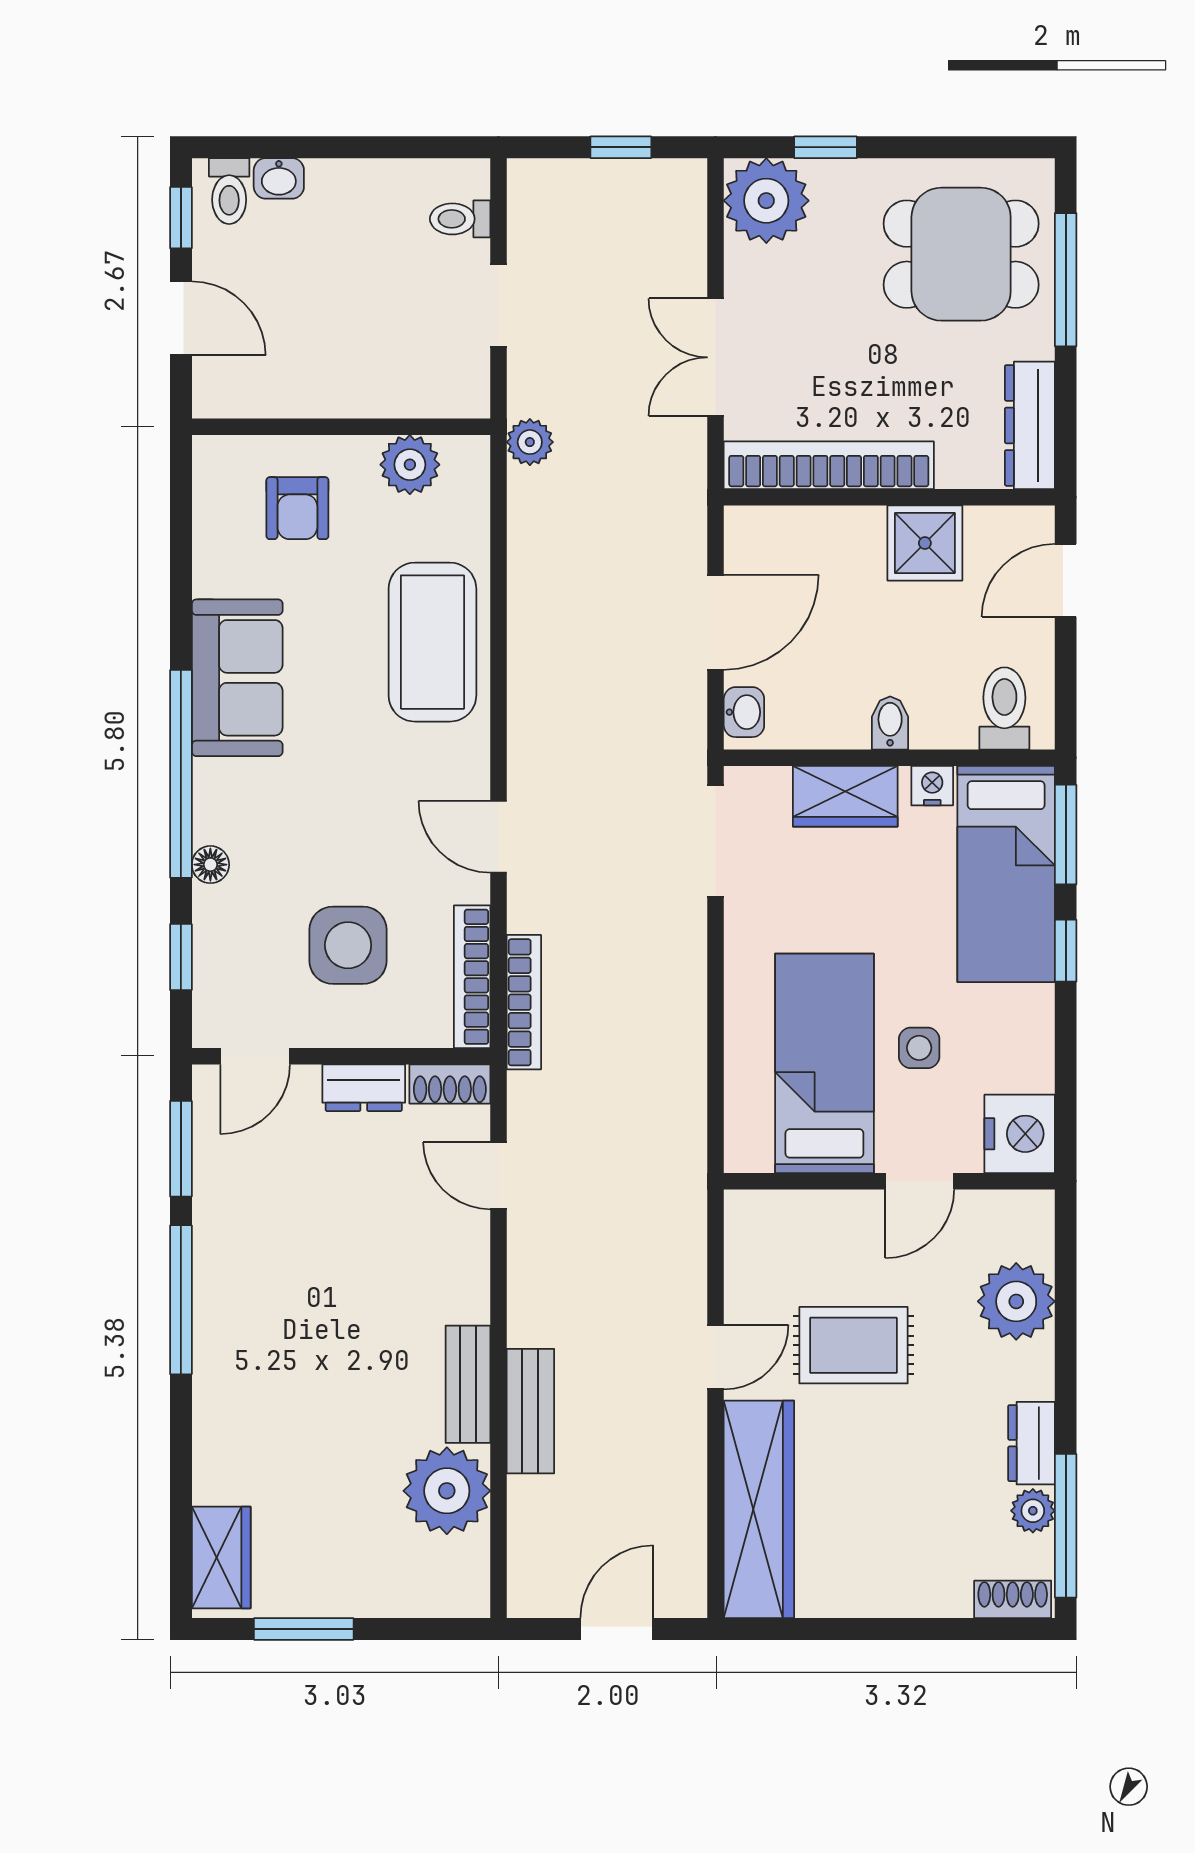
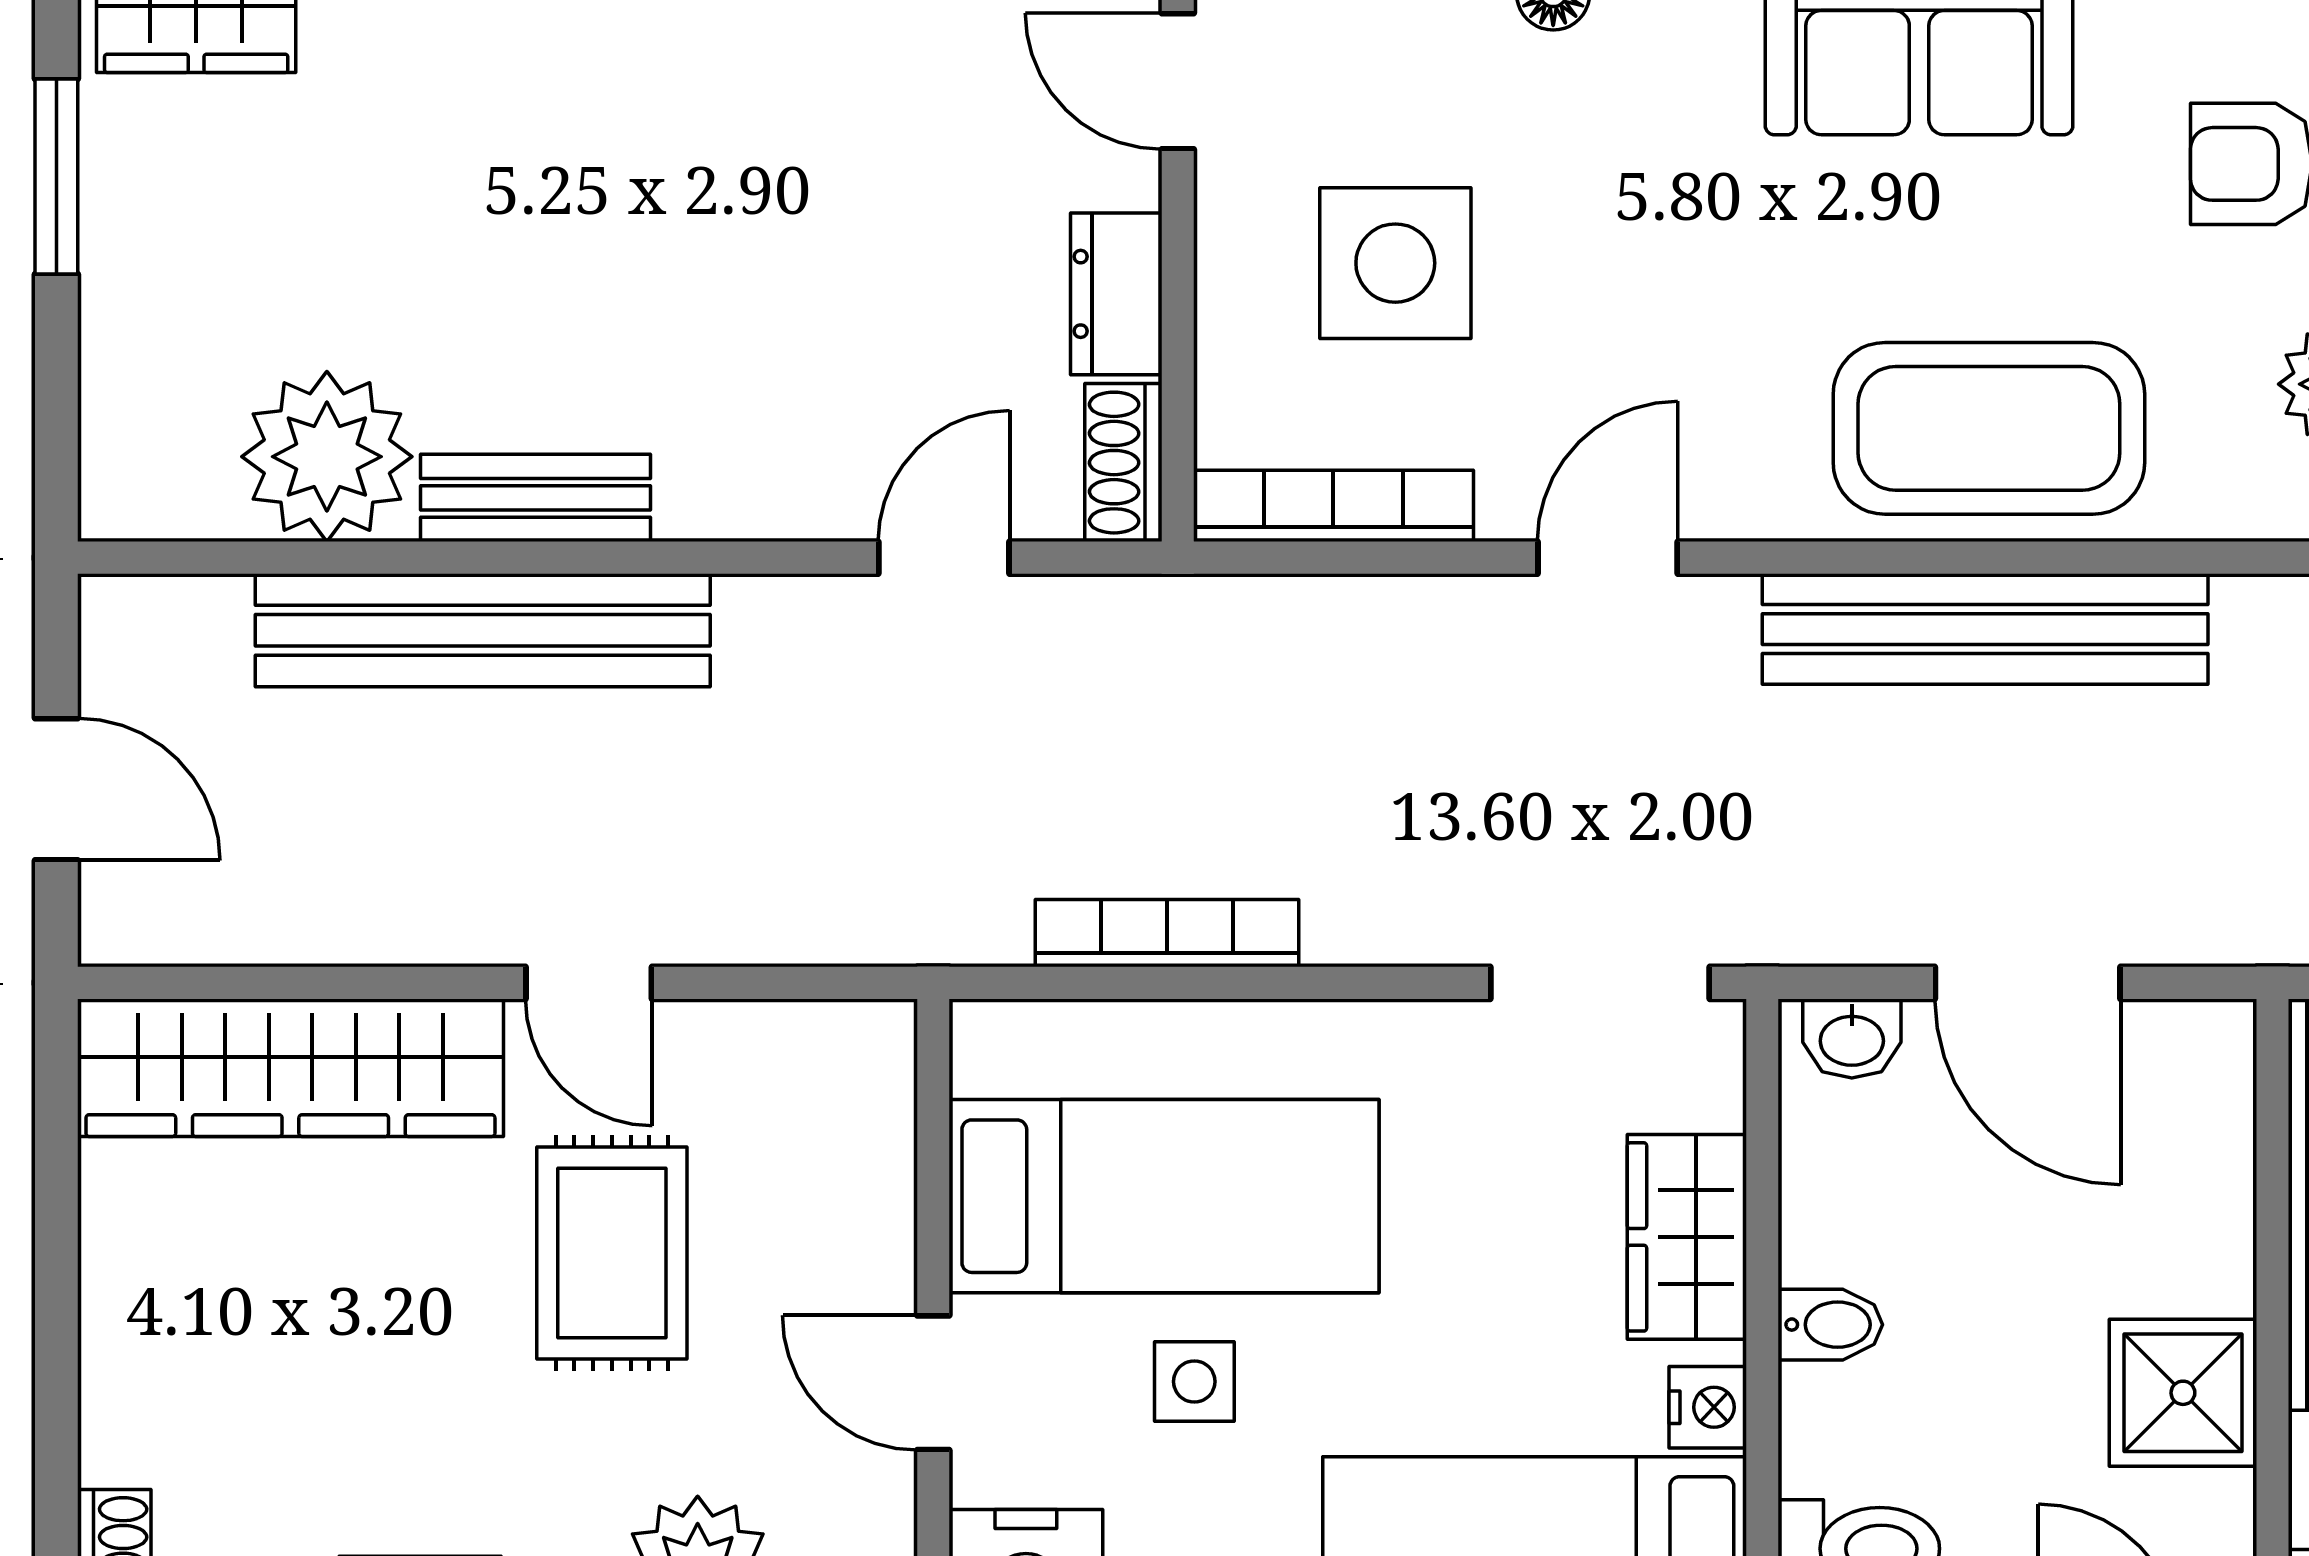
bench: (535, 644) -> (1985, 629), added
bookcase: (524, 1002) -> (1167, 933), moved, turned 180
bench: (530, 1411) -> (483, 630), width x1.86, depth x1.21

